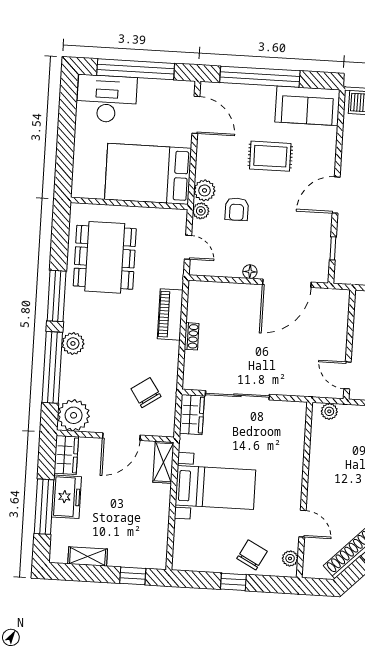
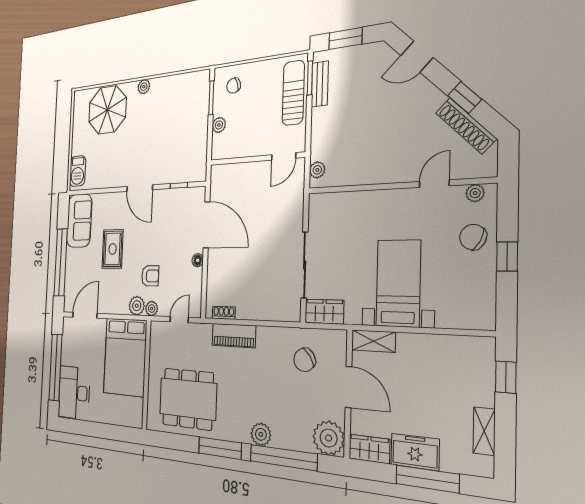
shoe rack: (192, 336) -> (224, 313), moved

